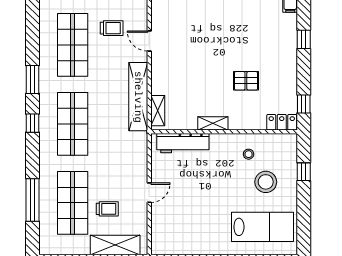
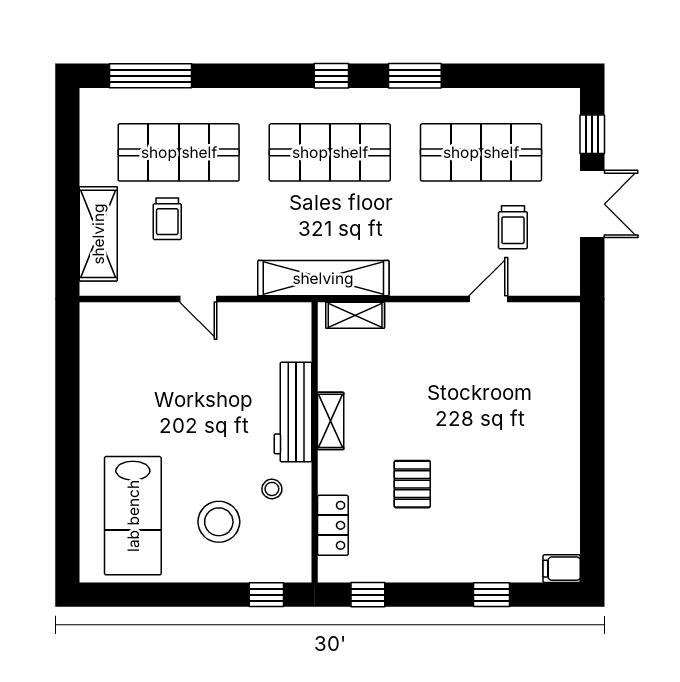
shelving: (138, 97) -> (323, 278), moved
locker: (282, 122) -> (333, 525), moved
workbench: (183, 143) -> (293, 412), moved
window: (304, 172) -> (266, 595), moved
window: (32, 200) -> (150, 76), moved

